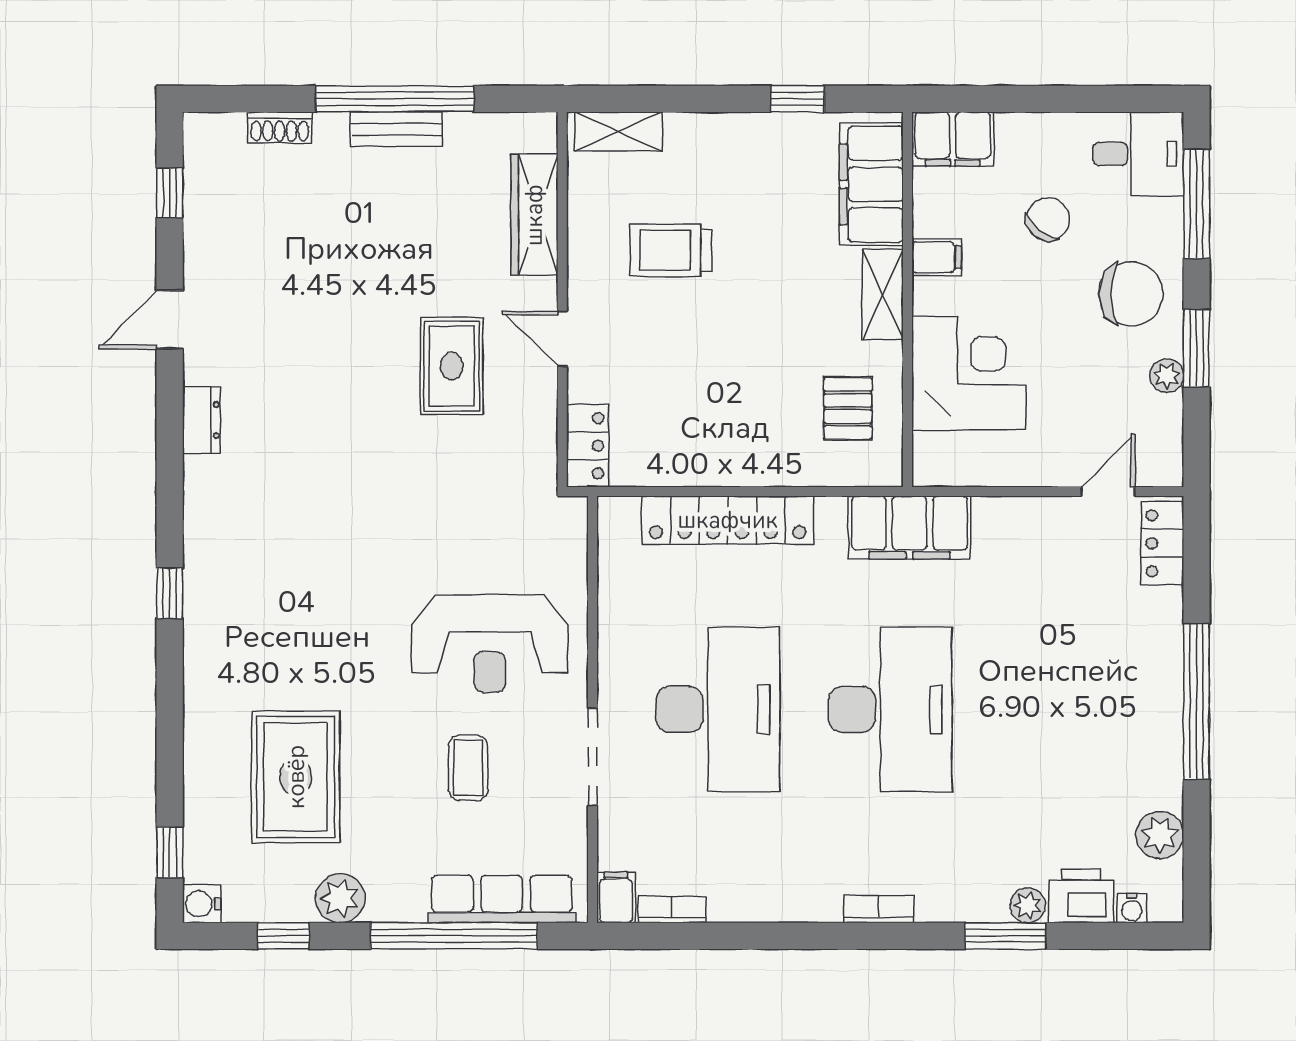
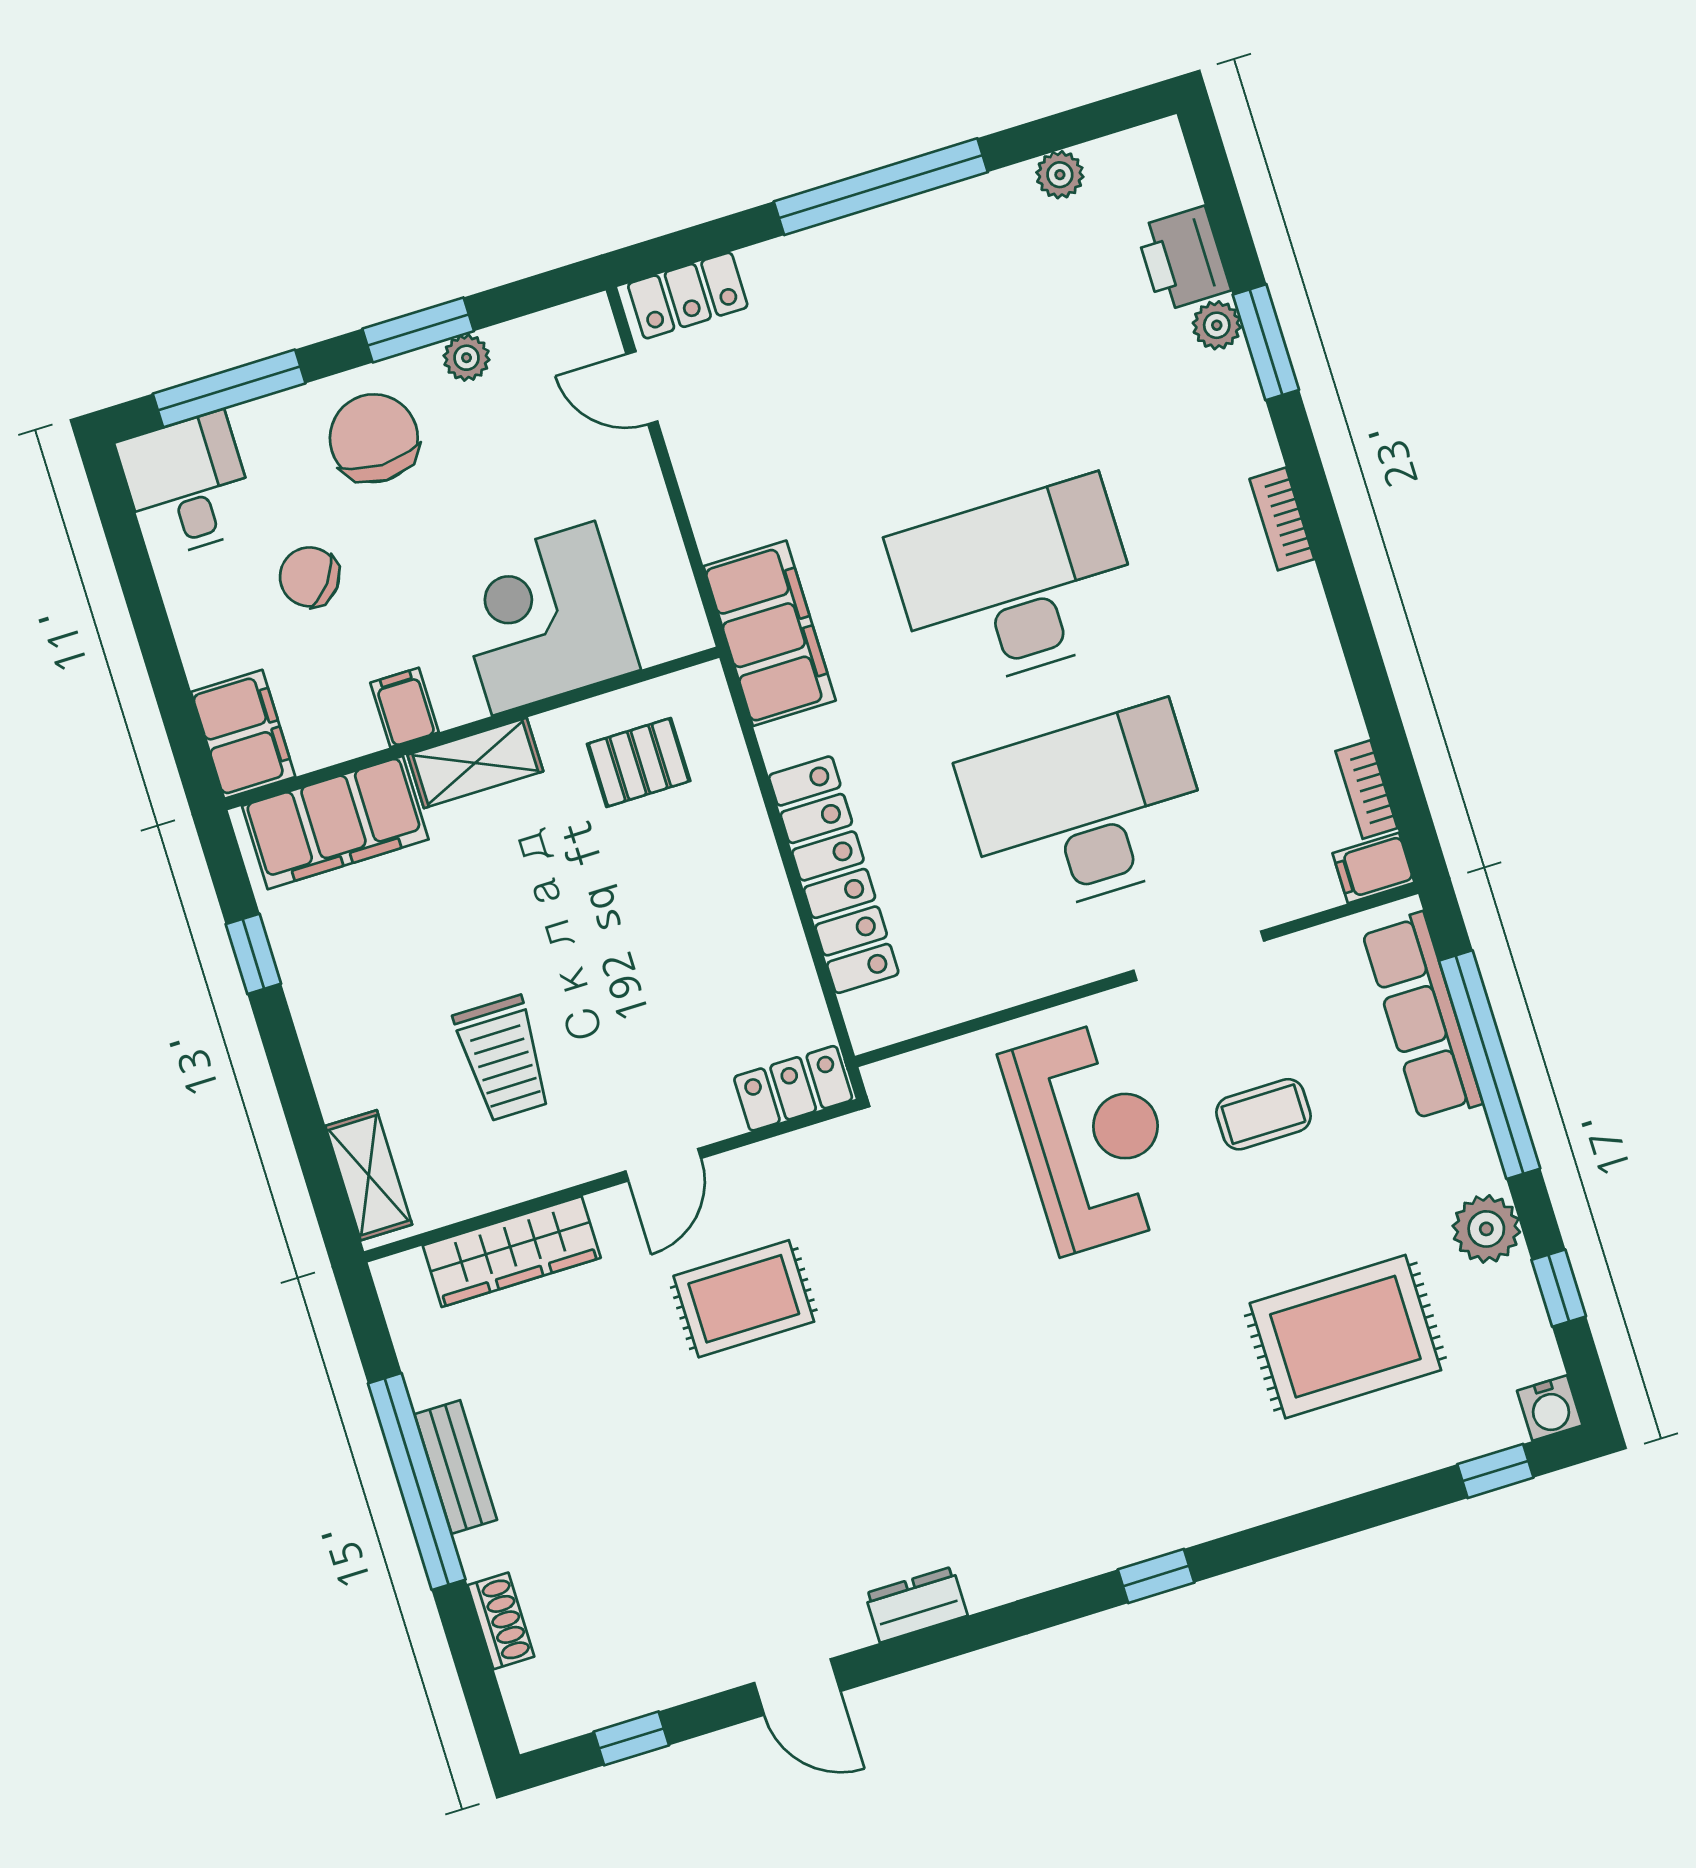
plant: (1160, 835) -> (1060, 175), width x0.73, depth x0.73
water cooler: (1132, 908) -> (1178, 188), removed

